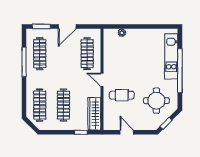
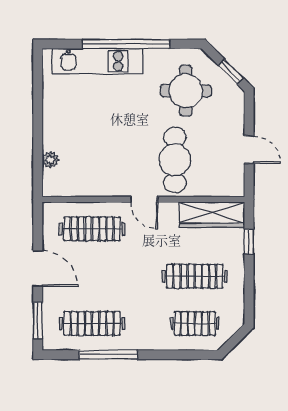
door: (102, 80) -> (144, 199), hinge flipped
cafe table: (122, 95) -> (175, 160), width x1.37, depth x1.35
clothes rail: (40, 105) -> (195, 324), width x0.73
door: (127, 132) -> (249, 150), swing flipped

